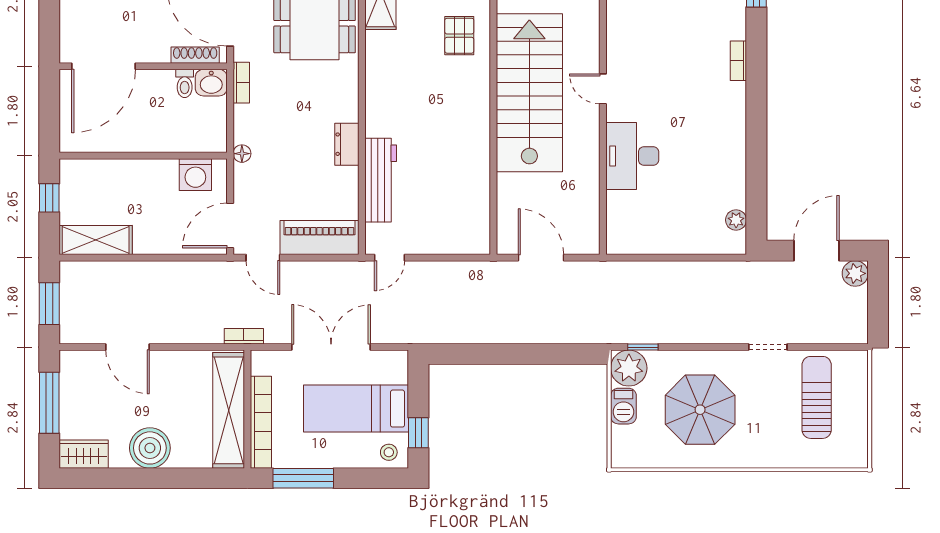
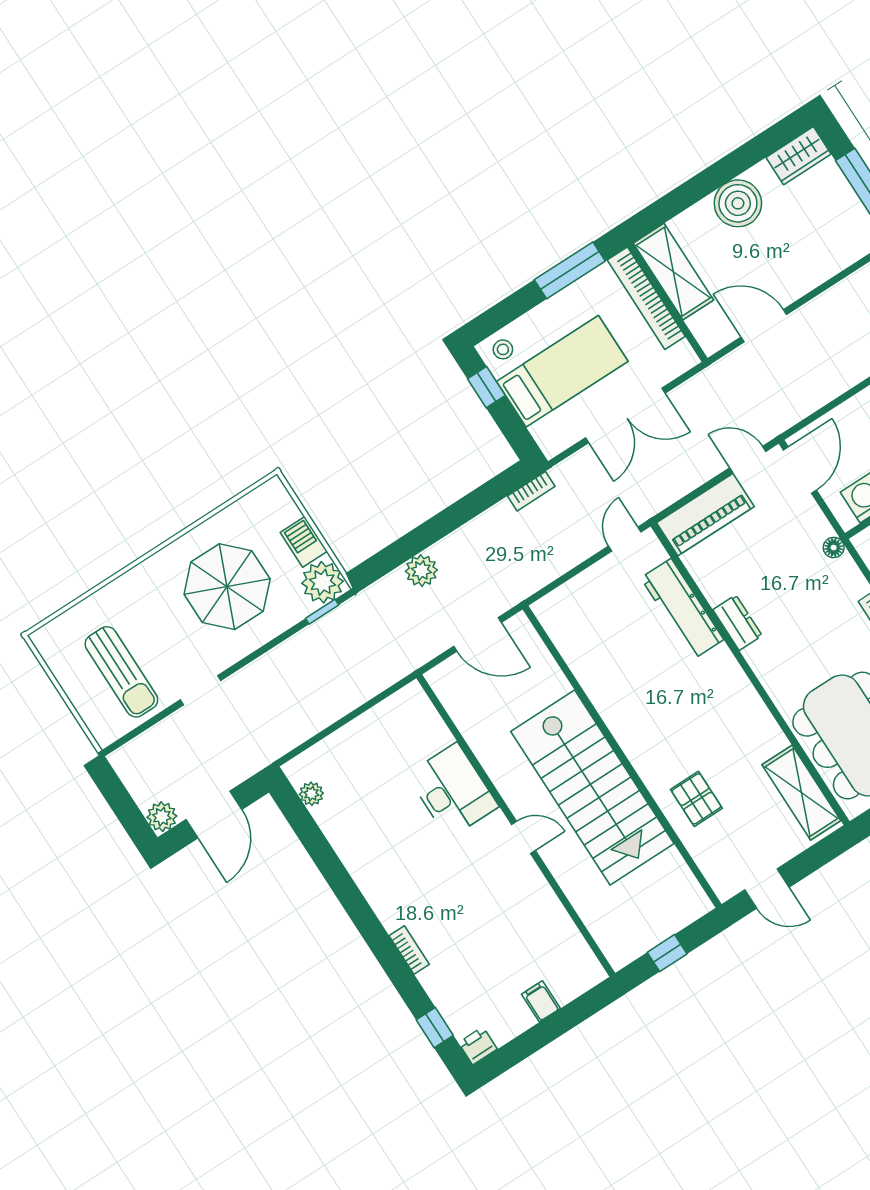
plant: (552, 330) -> (421, 571), added
bookcase: (244, 336) -> (531, 491), moved
door: (128, 347) -> (764, 326), moved
shelving: (229, 410) -> (673, 272), width x0.68

